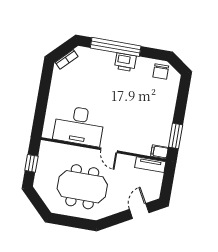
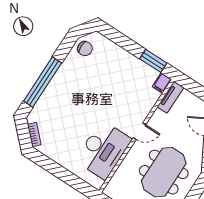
printer: (125, 62) -> (61, 79), removed

